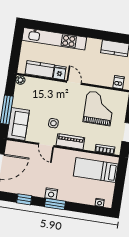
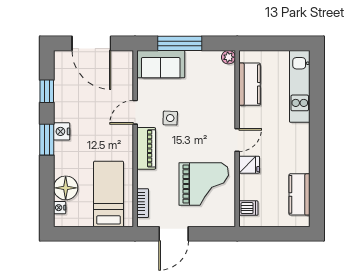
kitchen unit: (54, 39) -> (300, 86), width x0.73
fridge: (60, 73) -> (249, 165), moved
floor lamp: (88, 197) -> (66, 188), added

